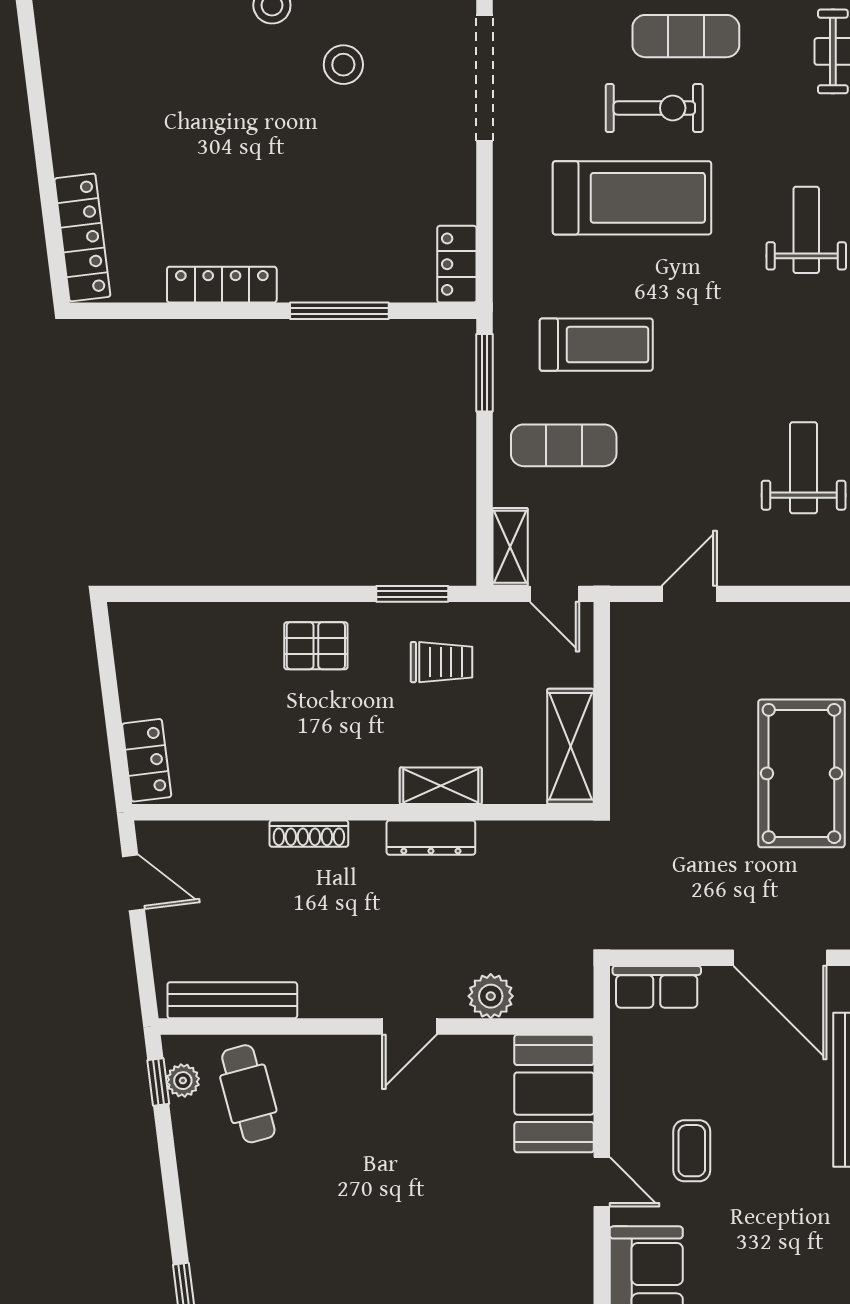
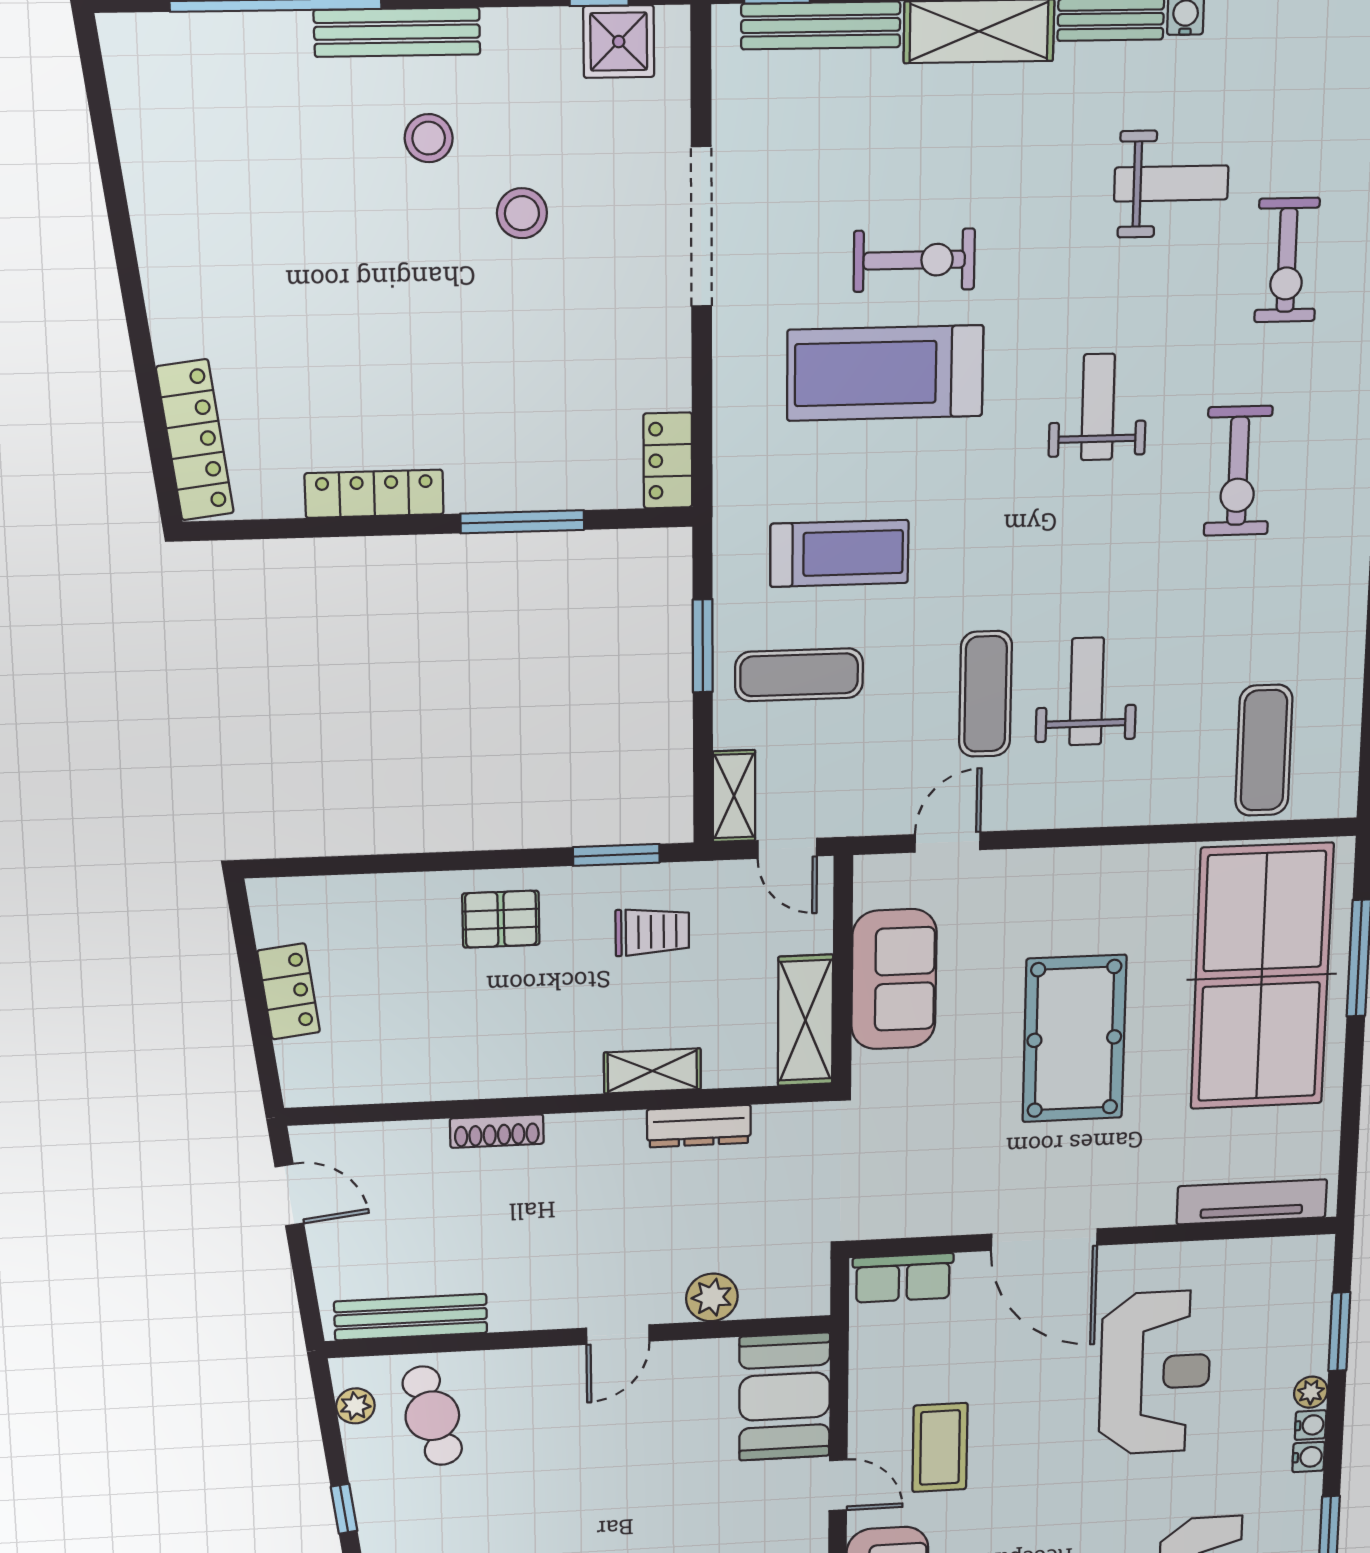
exercise mat: (686, 36) -> (985, 694), moved, turned 90
treadmill: (632, 198) -> (885, 373), turned 180
window: (484, 373) -> (703, 646), moved
sofa: (645, 713) -> (894, 979), added
locker: (147, 760) -> (289, 991), moved
dresser: (431, 838) -> (699, 1126), moved
window: (158, 1082) -> (344, 1509), moved
coffee table: (692, 1151) -> (940, 1448), width x1.36, depth x1.30

